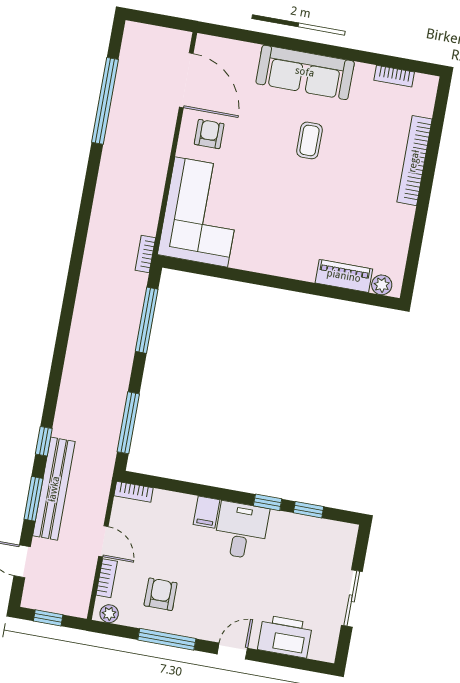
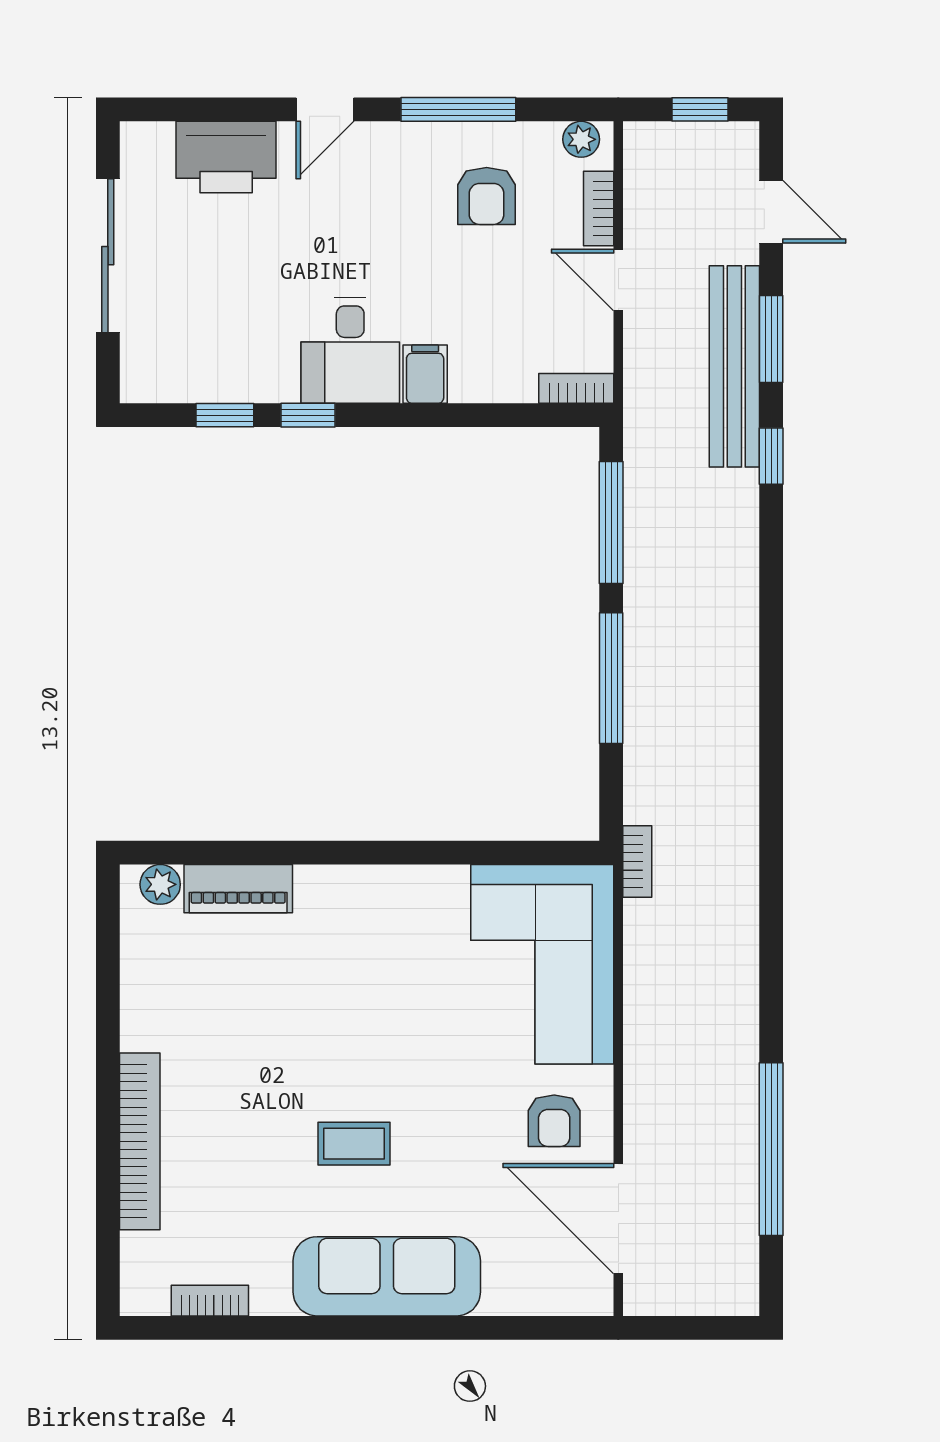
coffee table: (309, 140) -> (354, 1144), turned 90
window: (147, 320) -> (611, 678), moved
sliding door: (352, 598) -> (108, 256), width x1.37

